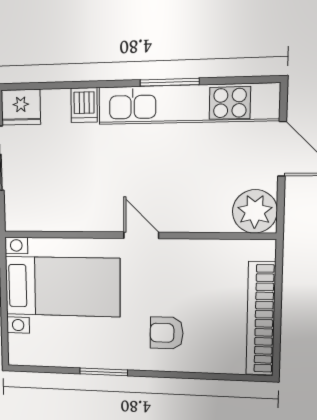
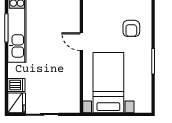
dishwasher: (84, 105) -> (16, 85), moved
door: (141, 235) -> (81, 42), hinge flipped

